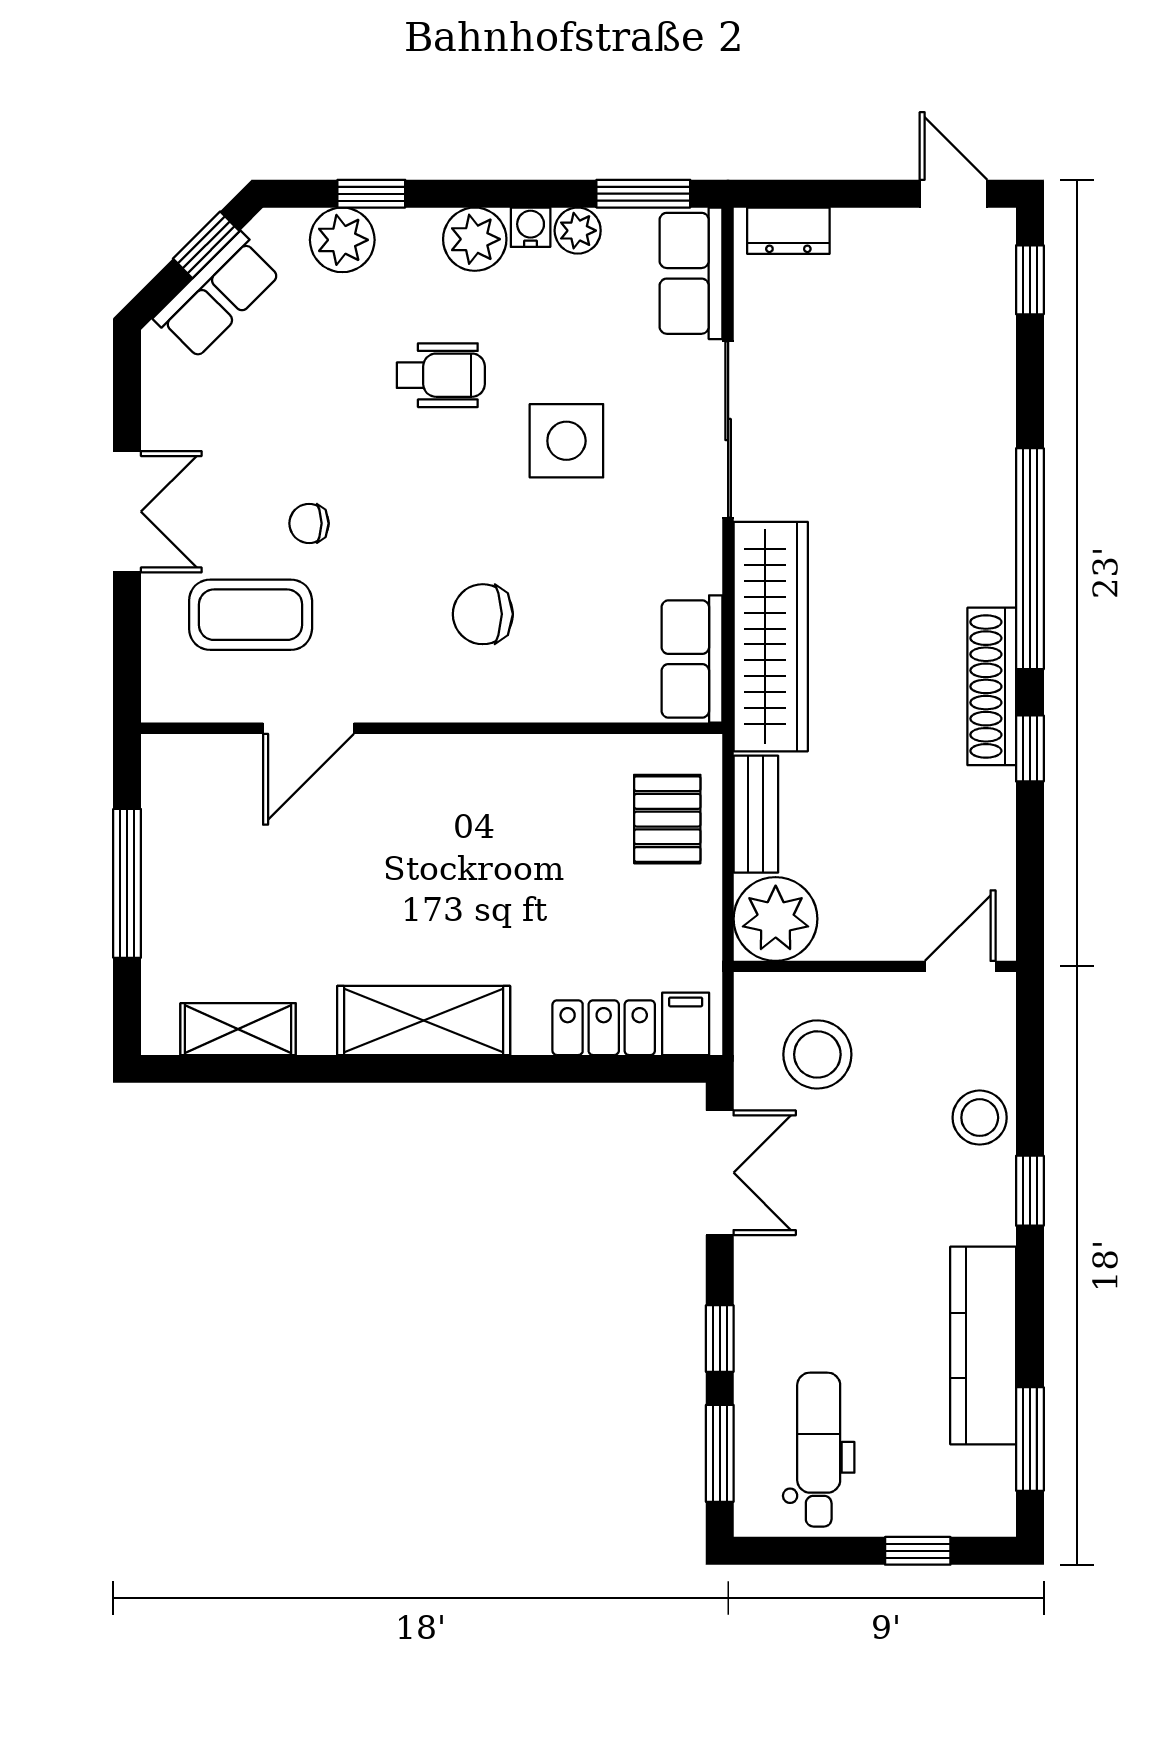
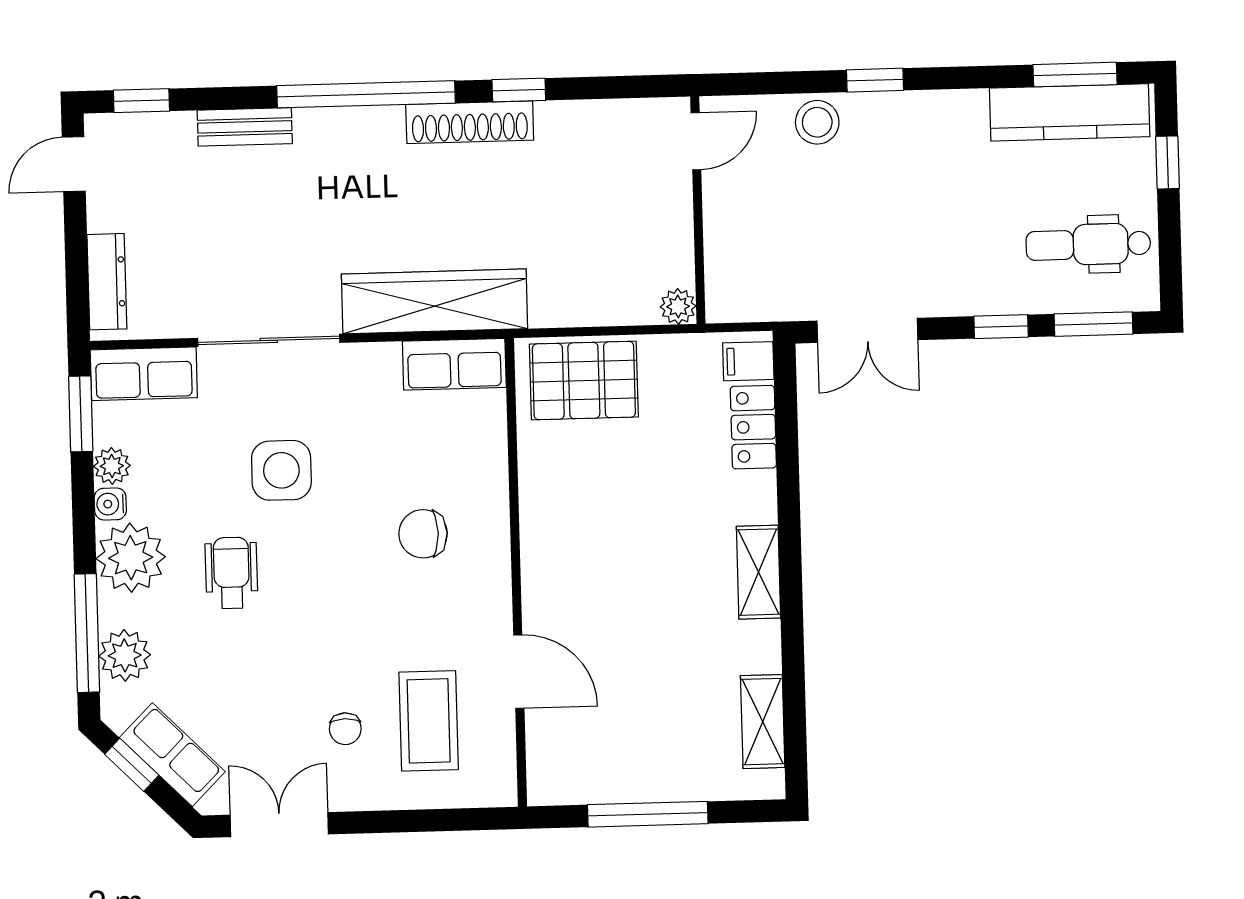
window: (371, 194) -> (87, 633), width x2.17
dresser: (788, 231) -> (107, 282), width x1.44
plant: (475, 239) -> (131, 558), width x1.36, depth x1.36
double door: (127, 512) -> (279, 825), moved
chair: (309, 523) -> (345, 729), moved
chair: (483, 614) -> (423, 534), turned 90
bench: (756, 814) -> (245, 127), moved
pallet: (667, 819) -> (584, 381), width x1.50, depth x1.42
plant: (776, 919) -> (678, 306), width x0.53, depth x0.53
door: (960, 966) -> (696, 141), swing flipped
shelving: (424, 1020) -> (759, 572), width x0.67, depth x0.75
stool: (817, 1054) -> (770, 254), removed
double door: (720, 1173) -> (867, 330), swing flipped
kitchen counter: (983, 1345) -> (1070, 112), moved

